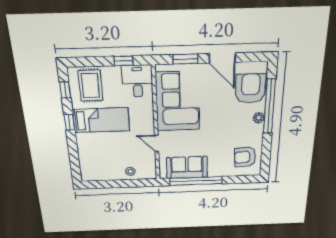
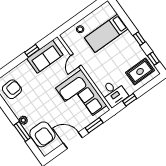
rug: (90, 86) -> (140, 71), turned 90
window: (269, 107) -> (22, 132), width x0.47
bed: (101, 120) -> (106, 33), moved
door: (157, 143) -> (76, 60), swing flipped
window: (196, 181) -> (32, 51), width x0.32

